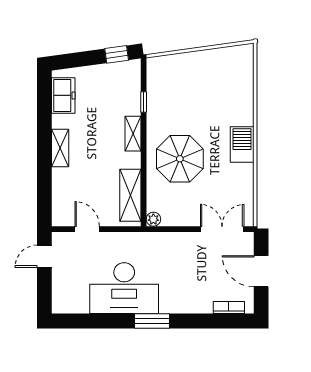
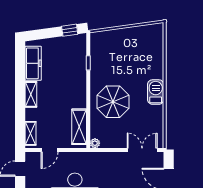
freezer: (63, 95) -> (33, 63), width x1.40
shelving: (133, 134) -> (30, 133), moved
door: (87, 229) -> (49, 150), swing flipped

